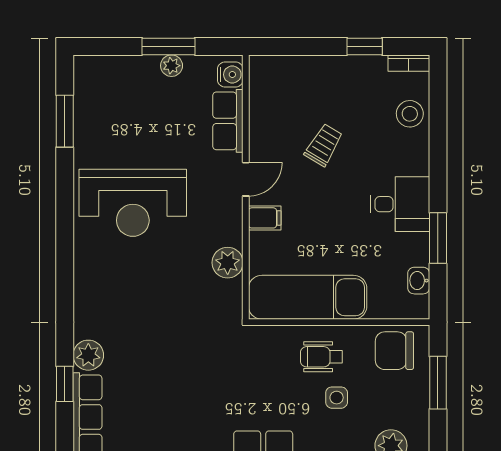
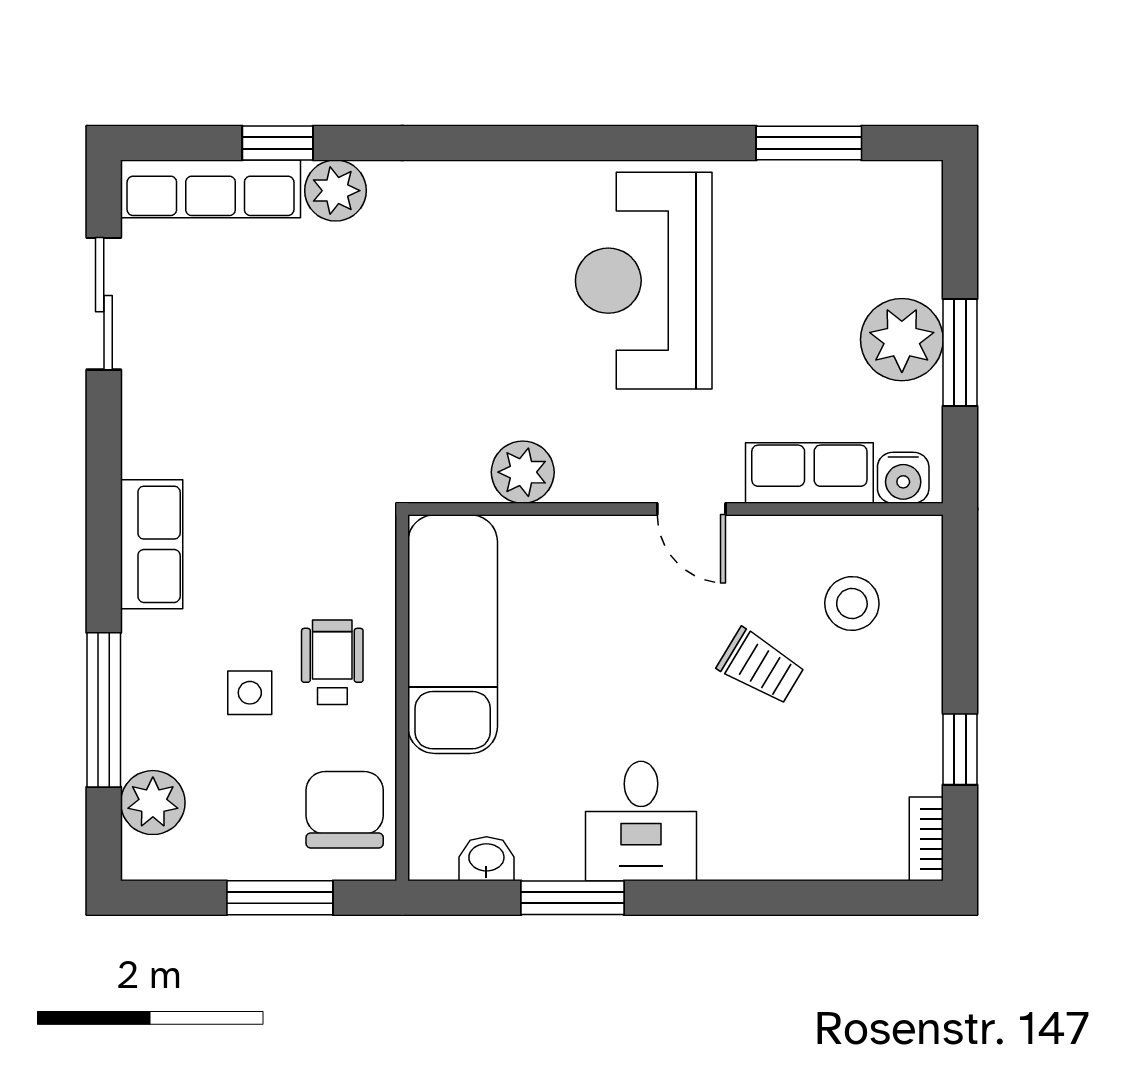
plant: (172, 66) -> (902, 340), width x1.87, depth x1.87
stool: (410, 114) -> (852, 603), moved
filing cabinet: (265, 218) -> (613, 547), removed

